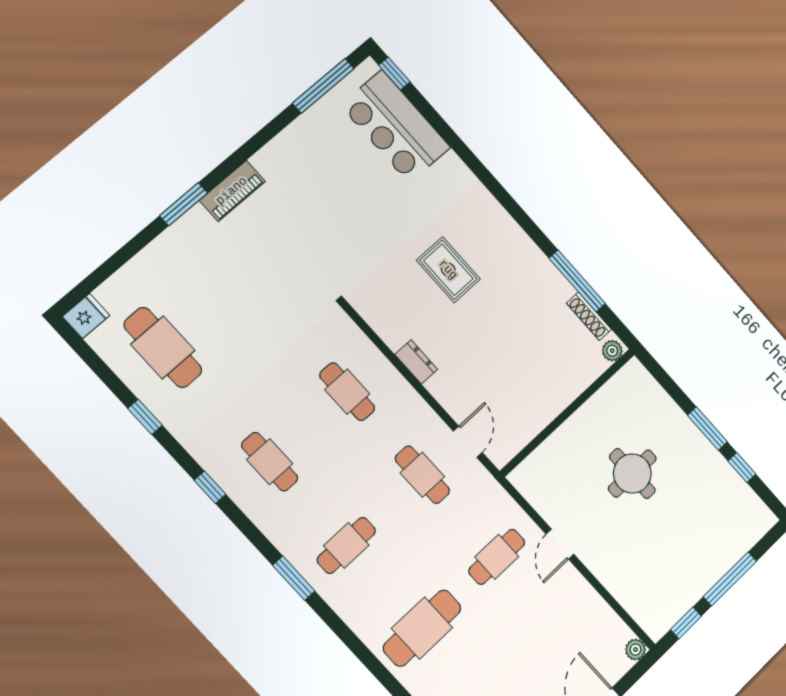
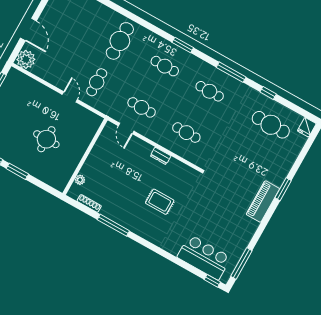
piano: (232, 191) -> (263, 201), width x1.37, depth x1.33
window: (577, 281) -> (113, 225), moved
plant: (612, 351) -> (80, 180), moved
window: (210, 487) -> (231, 72), width x2.17
cafe table: (346, 545) -> (165, 66), turned 90
plant: (635, 650) -> (26, 59), width x1.88, depth x1.88

